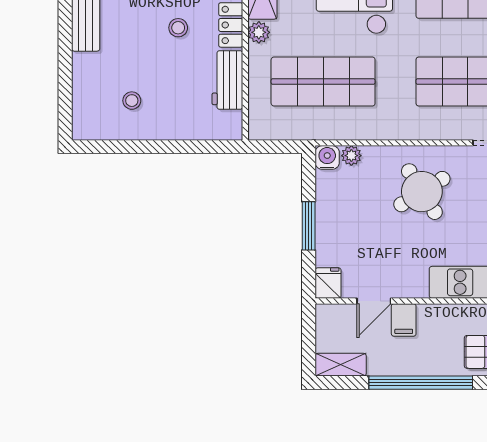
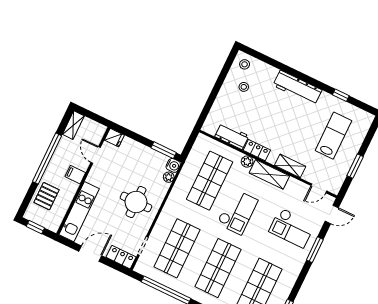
stool: (178, 28) -> (245, 64), moved
round table: (422, 192) -> (136, 202), turned 32
window: (309, 226) -> (164, 150), moved
filing cabinet: (404, 320) -> (75, 175), moved

